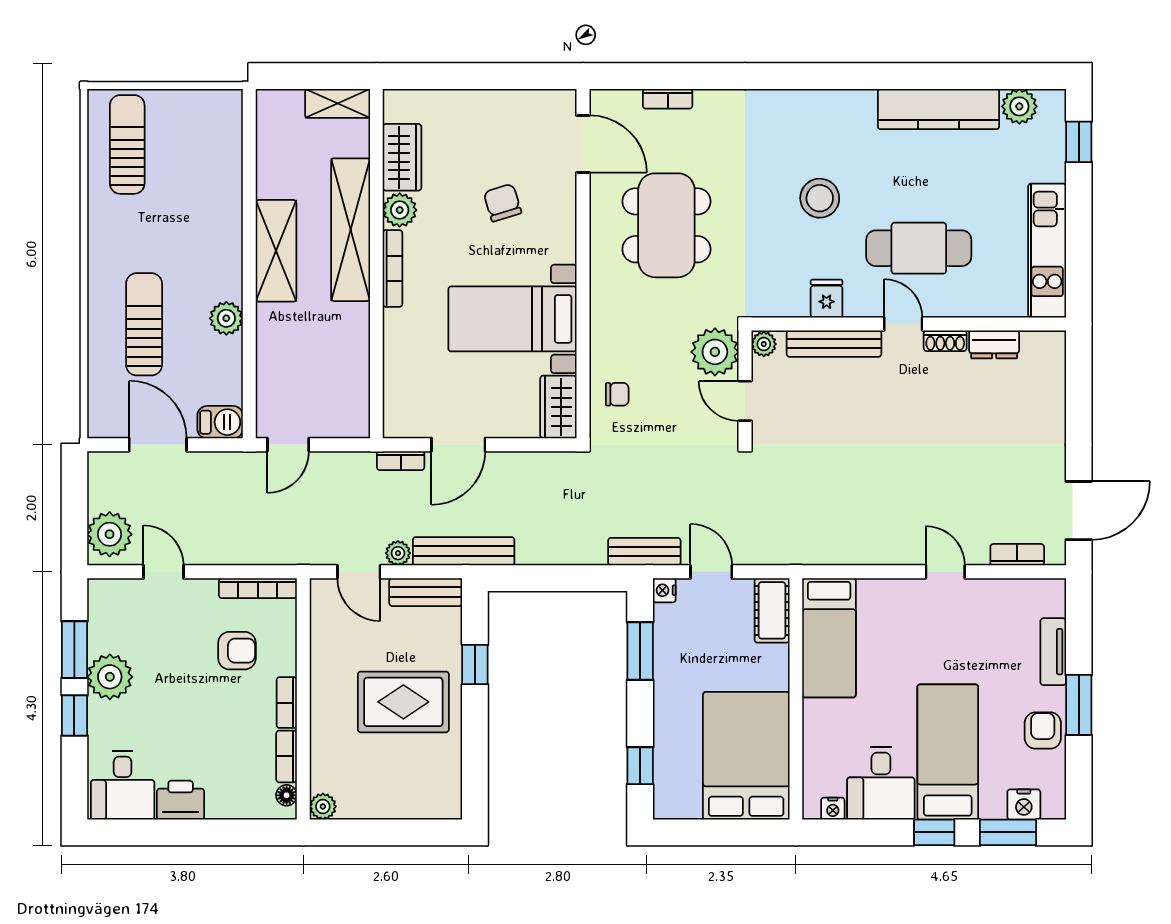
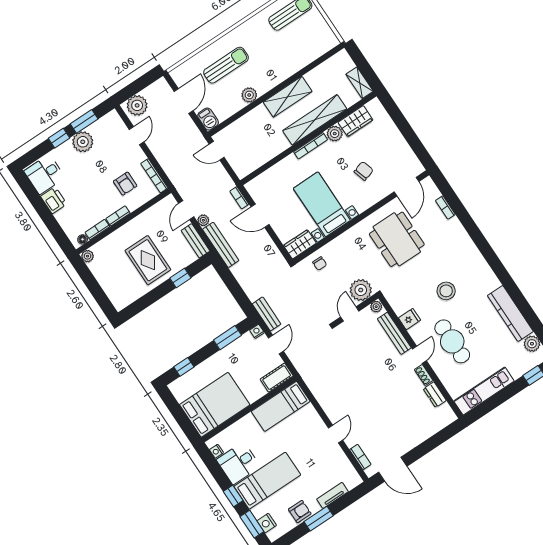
dining table: (666, 225) -> (397, 239), turned 90

